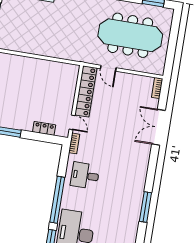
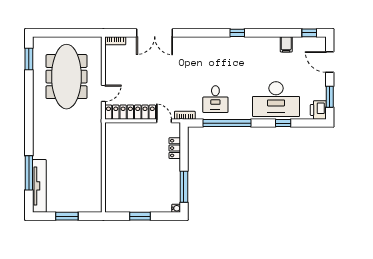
door: (72, 122) -> (164, 121), hinge flipped
window: (57, 200) -> (227, 123), moved
window: (145, 207) -> (237, 33), width x0.46

